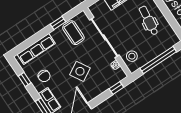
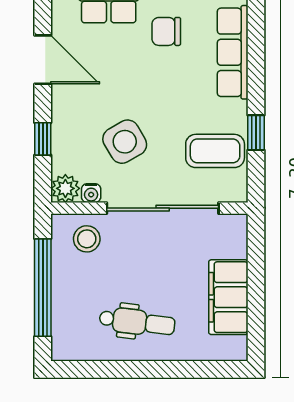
side table: (80, 71) -> (125, 142), moved
plant: (120, 75) -> (65, 188), added
window: (116, 88) -> (43, 139), moved

